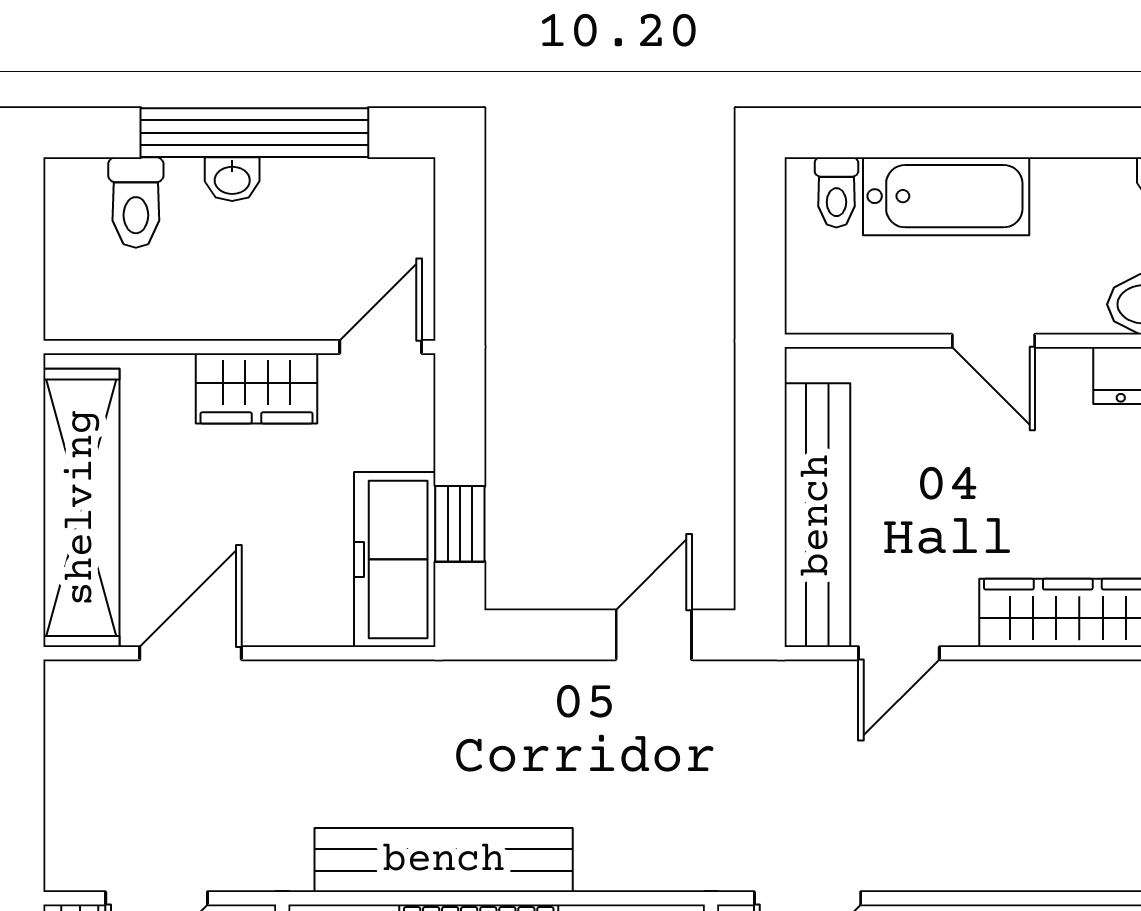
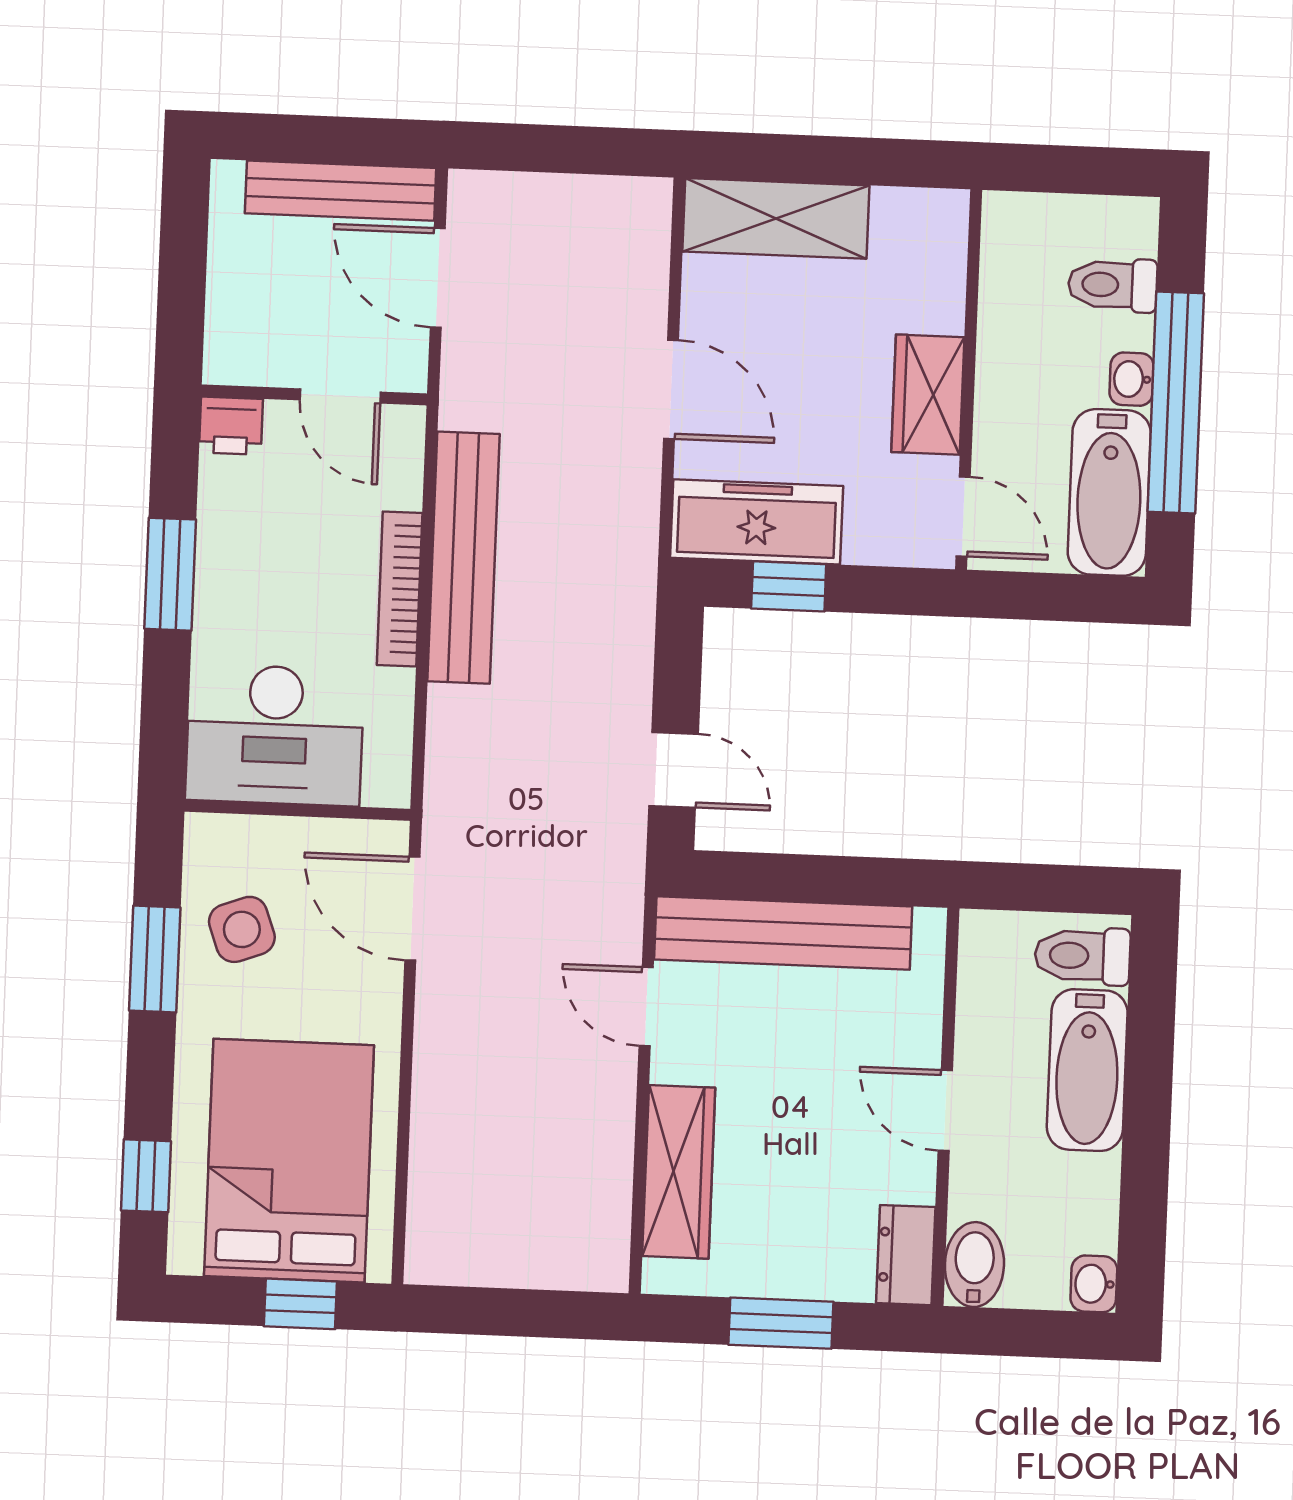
toilet: (836, 192) -> (1082, 956), width x1.37, depth x1.39
bathtub: (350, 197) -> (1109, 492), added
door: (993, 341) -> (945, 1110), hinge flipped
shelving: (81, 508) -> (776, 218), width x0.68
door: (191, 653) -> (671, 389), moved

